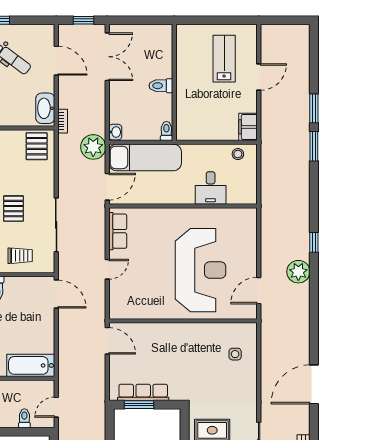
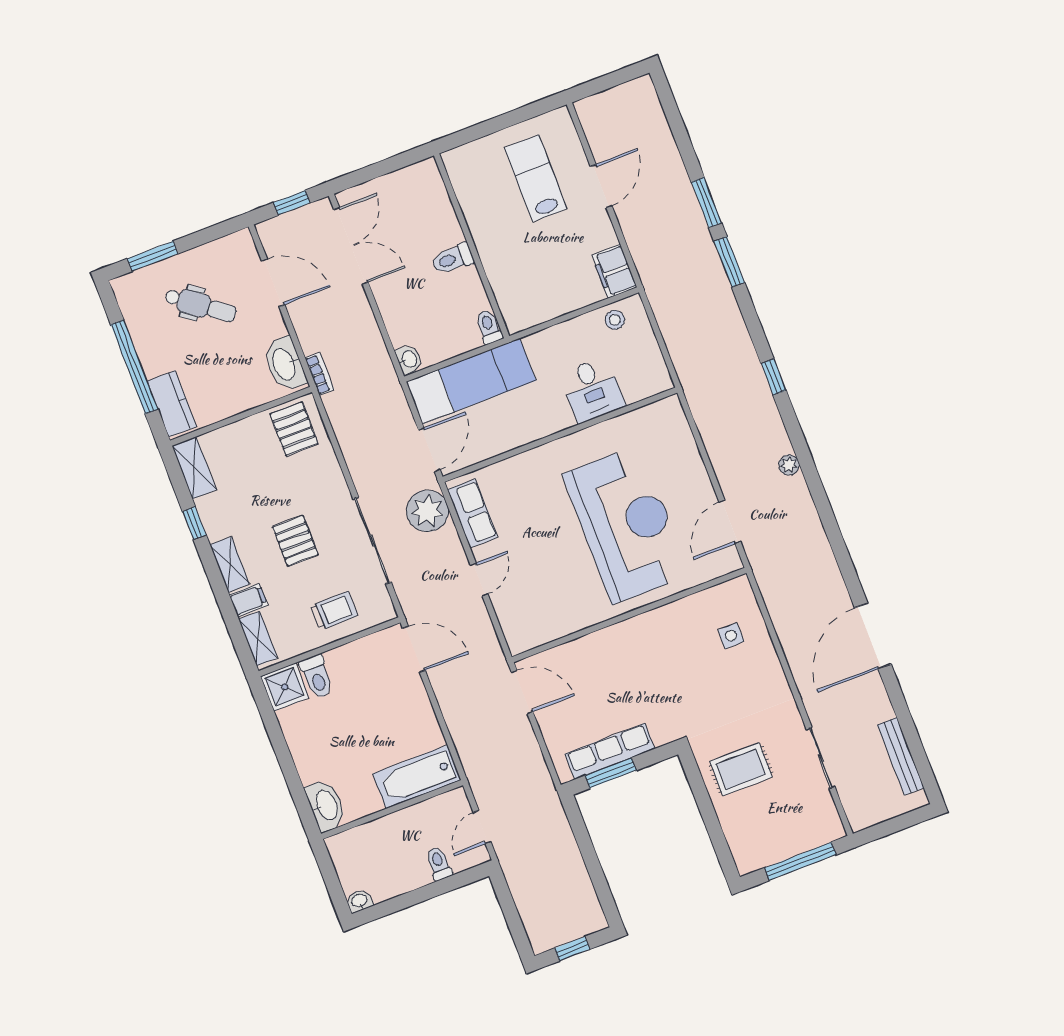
plant: (93, 147) -> (427, 511), moved
window: (314, 242) -> (773, 377), moved
plant: (298, 272) -> (789, 465), width x0.53, depth x0.53

